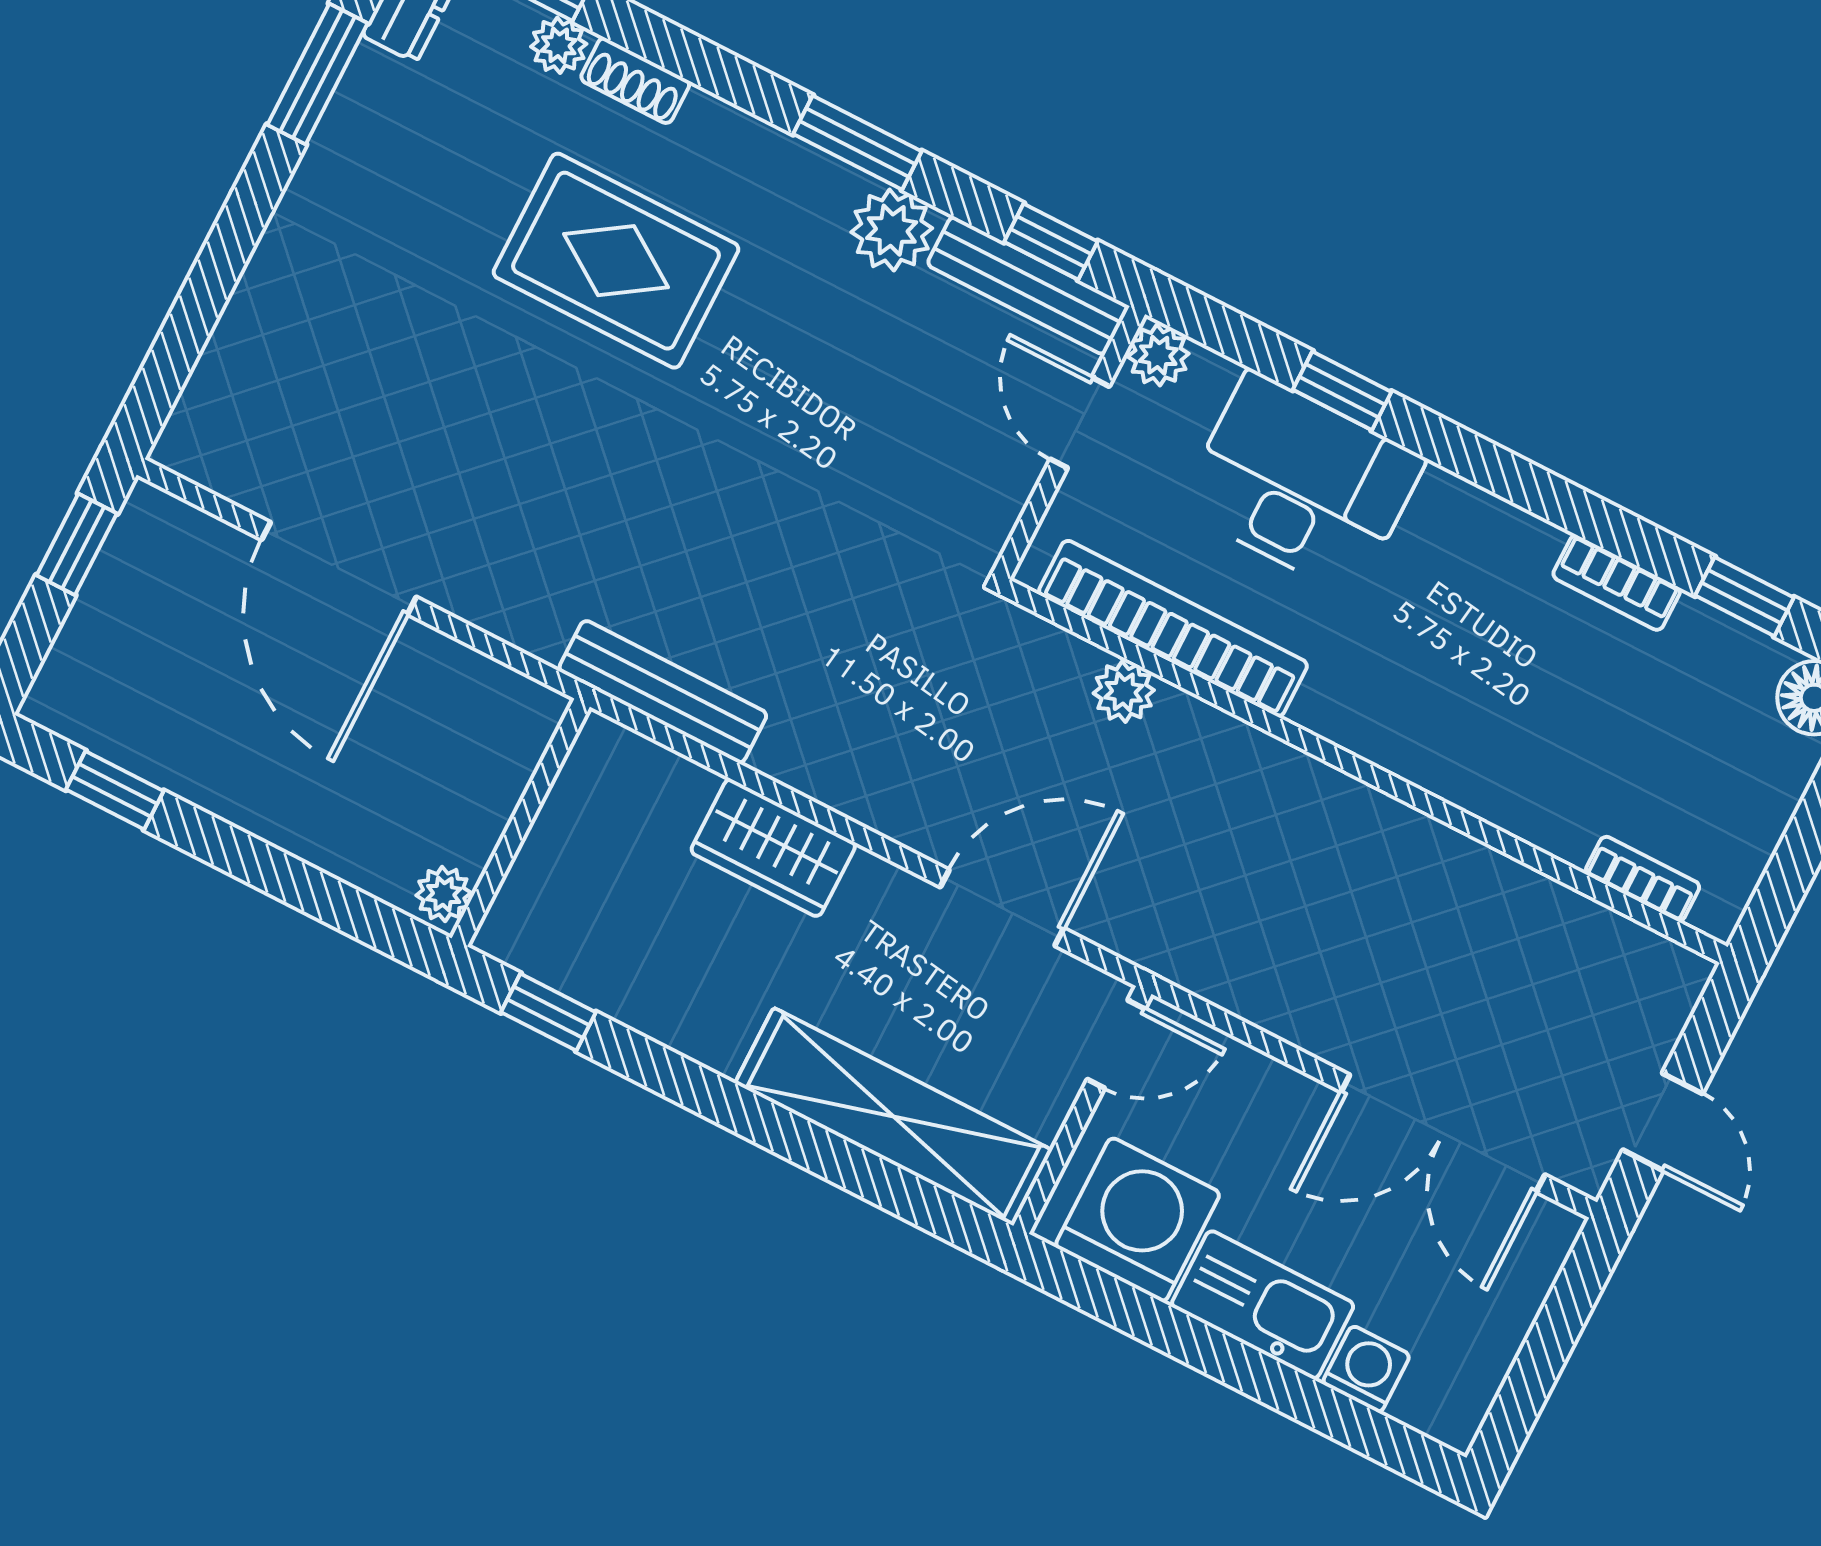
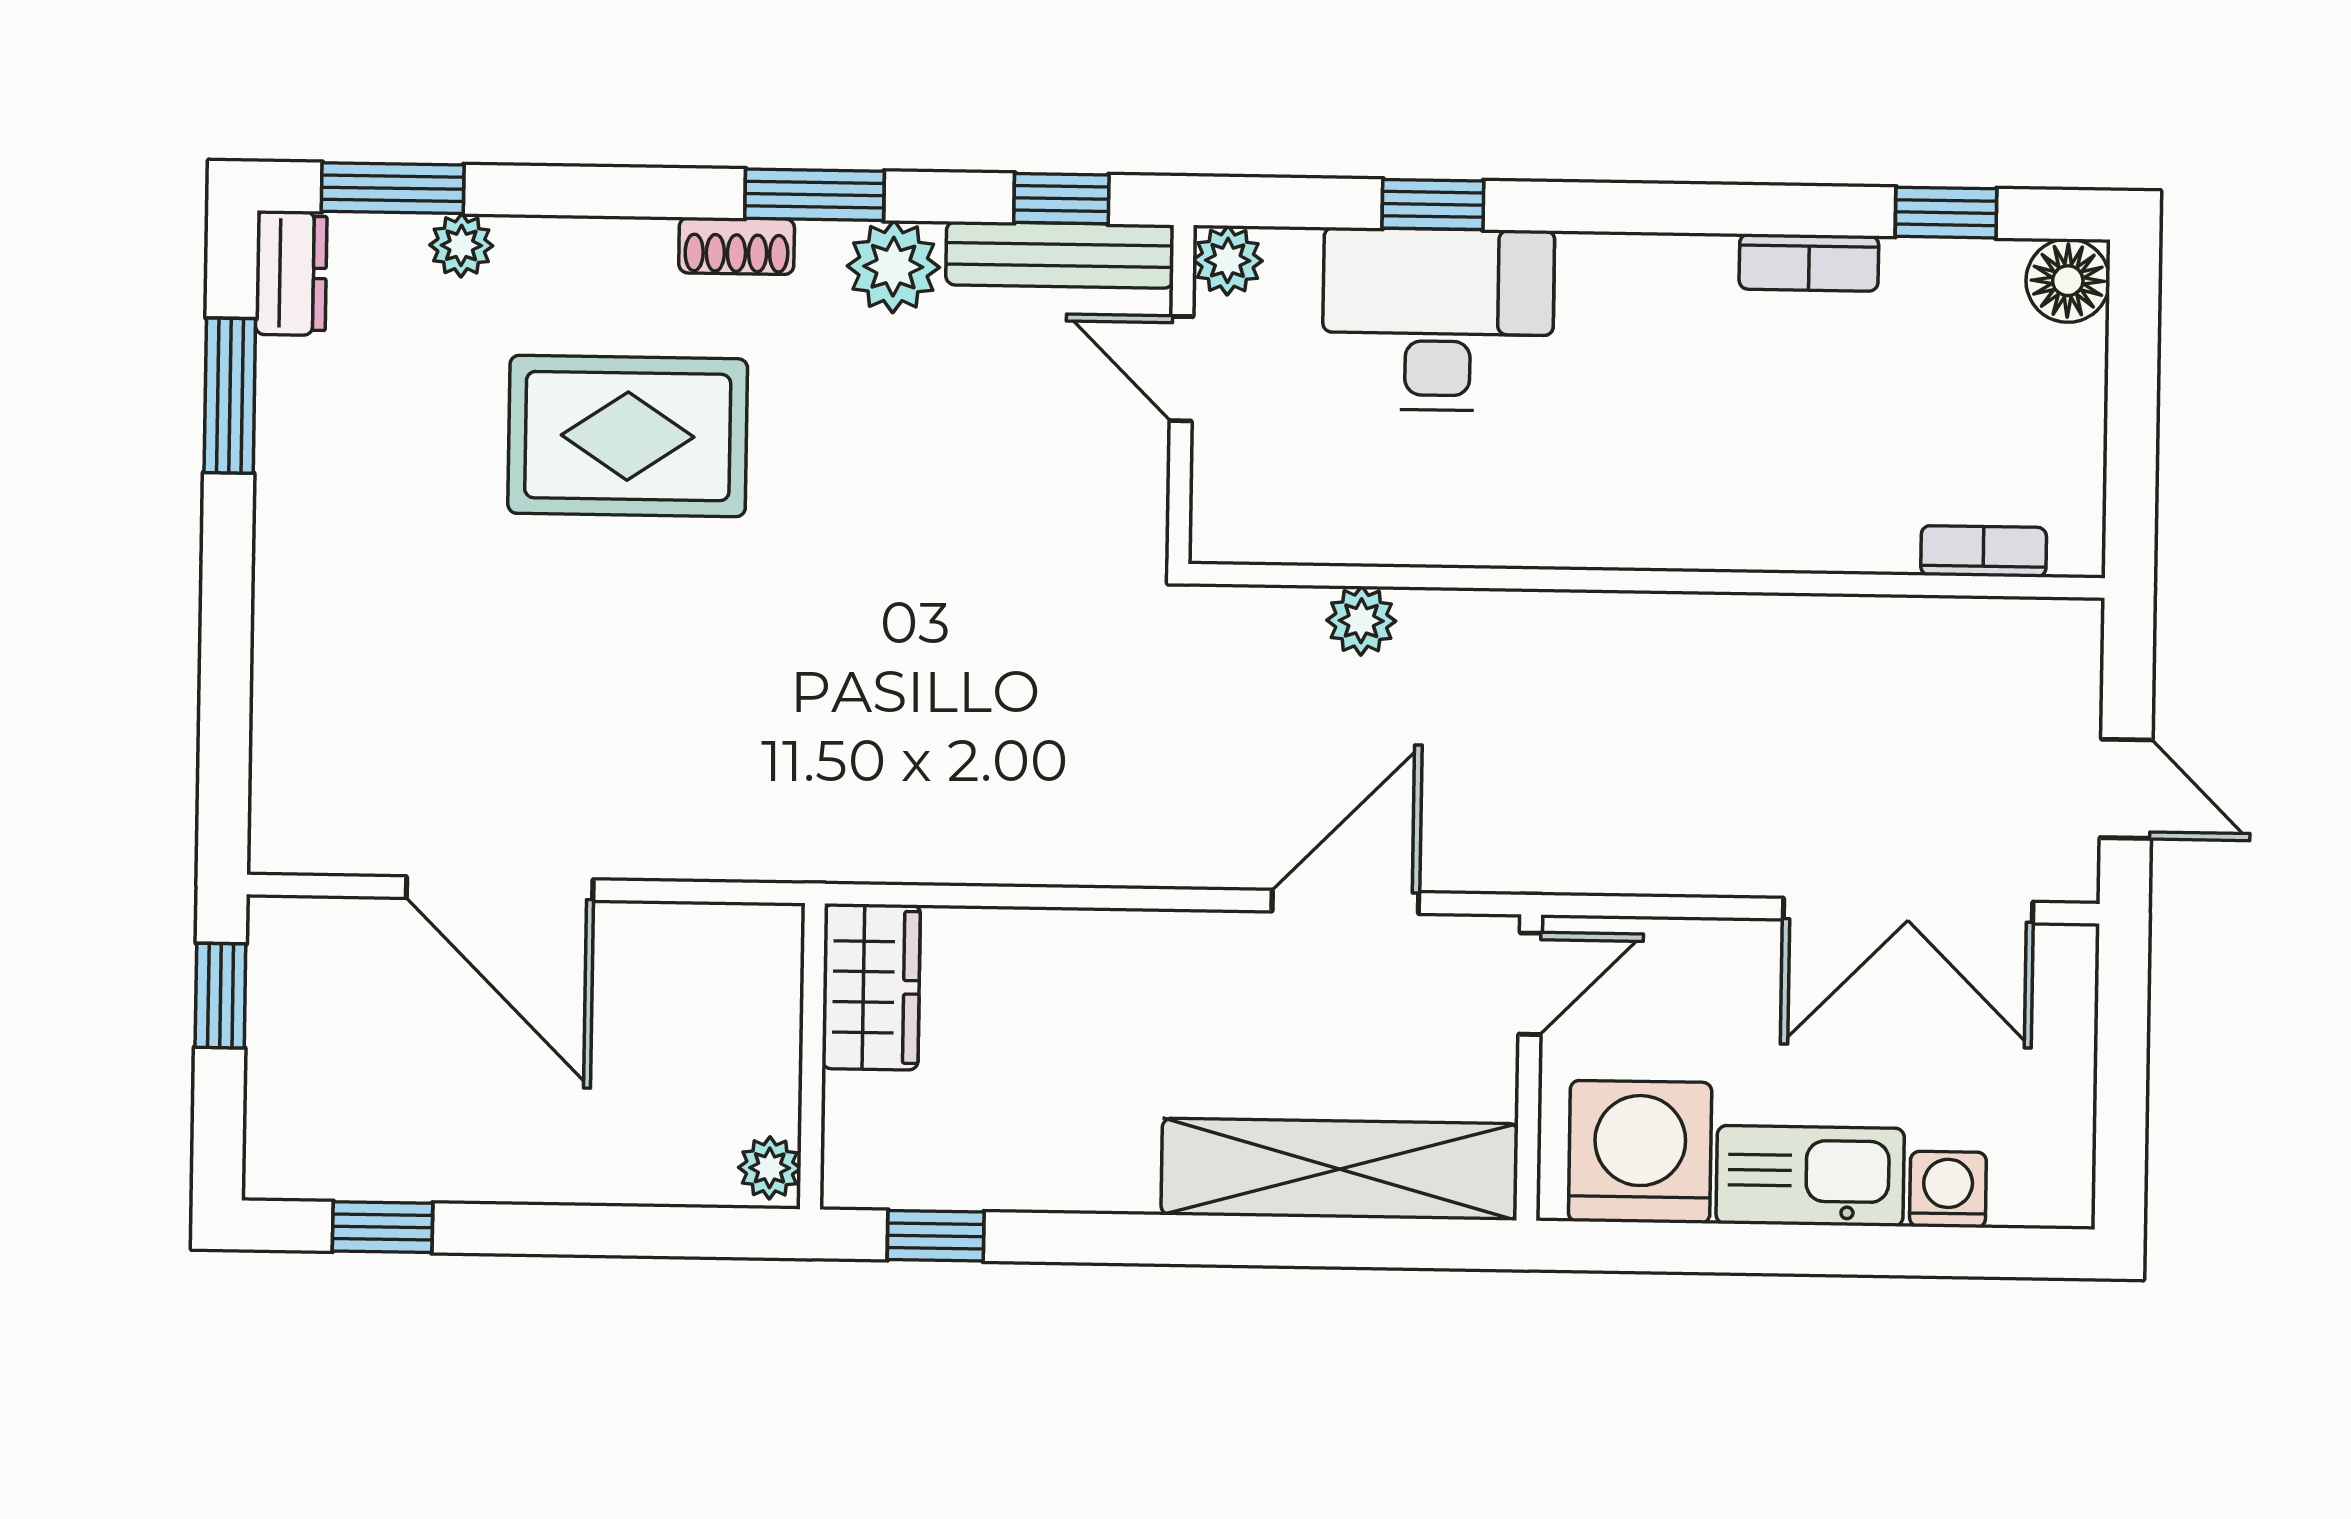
shoe rack: (635, 81) -> (737, 246), moved
bookcase: (1173, 628) -> (1380, 531), removed
bench: (663, 692) -> (892, 852), removed
wardrobe: (773, 848) -> (871, 987), moved, turned -90

